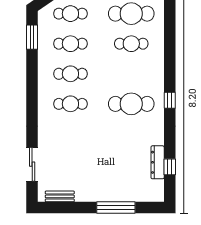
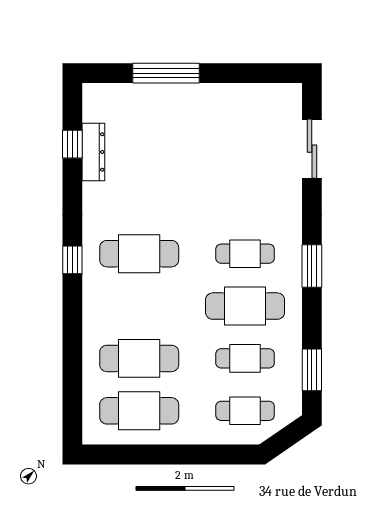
cafe table: (131, 44) -> (139, 358), width x1.37, depth x1.35
cafe table: (70, 74) -> (245, 306), width x1.37, depth x1.35
window: (32, 97) -> (312, 266), added
bench: (60, 196) -> (264, 92), removed

